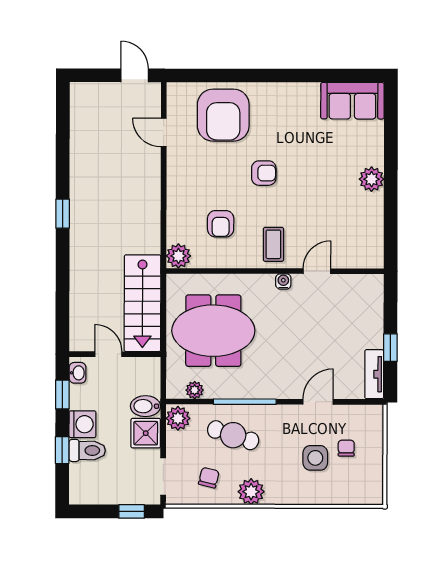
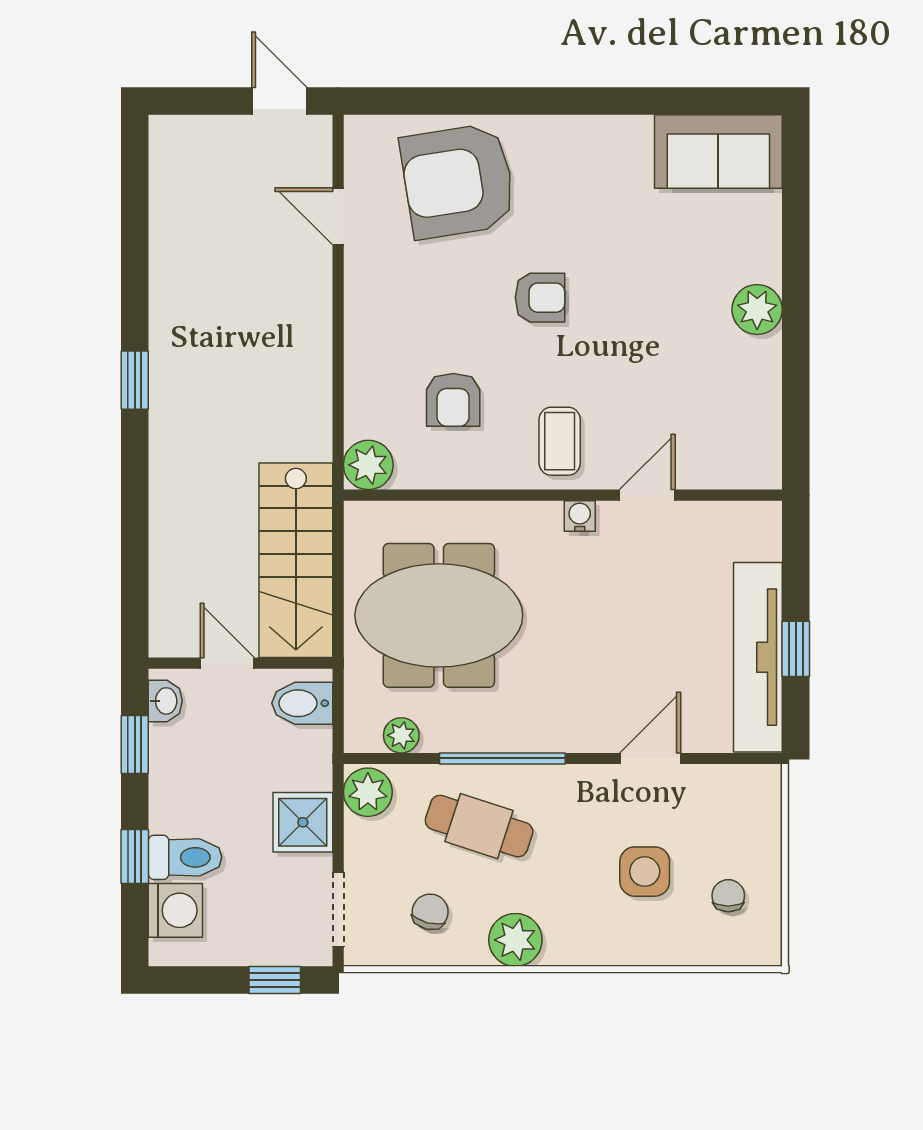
armchair: (223, 115) -> (458, 181), turned 81
tv unit: (374, 374) -> (758, 657), width x1.92, depth x1.29
bidet: (145, 406) -> (302, 703), moved
washing machine: (82, 424) -> (175, 910), moved
chair: (346, 448) -> (728, 896), moved

